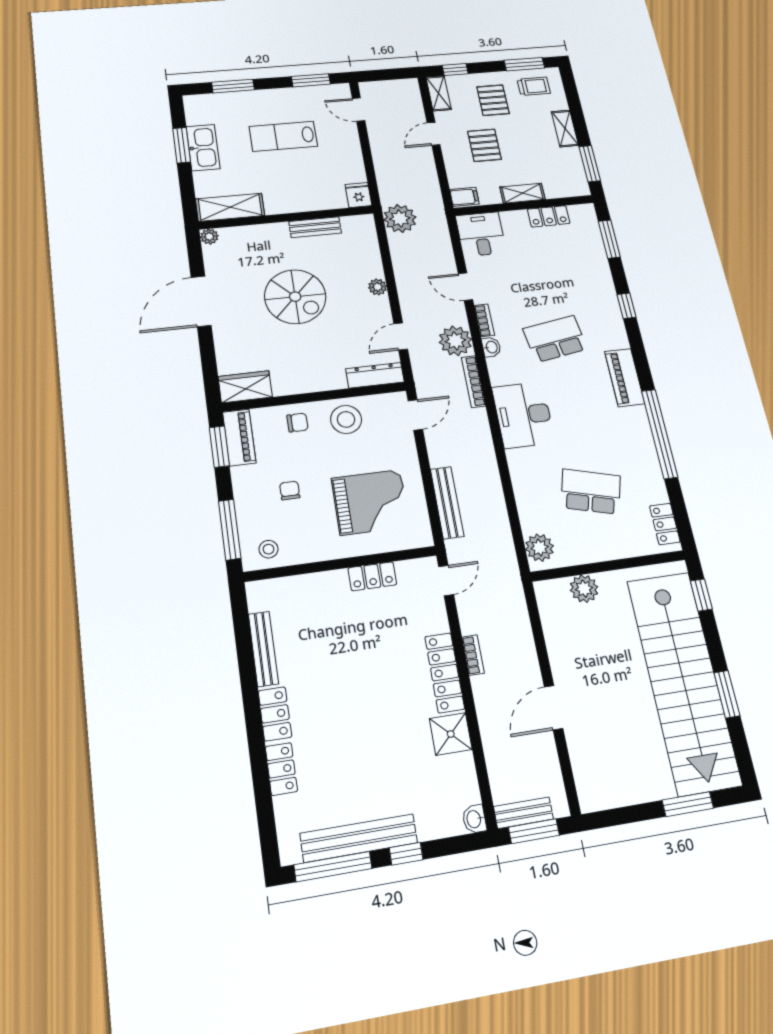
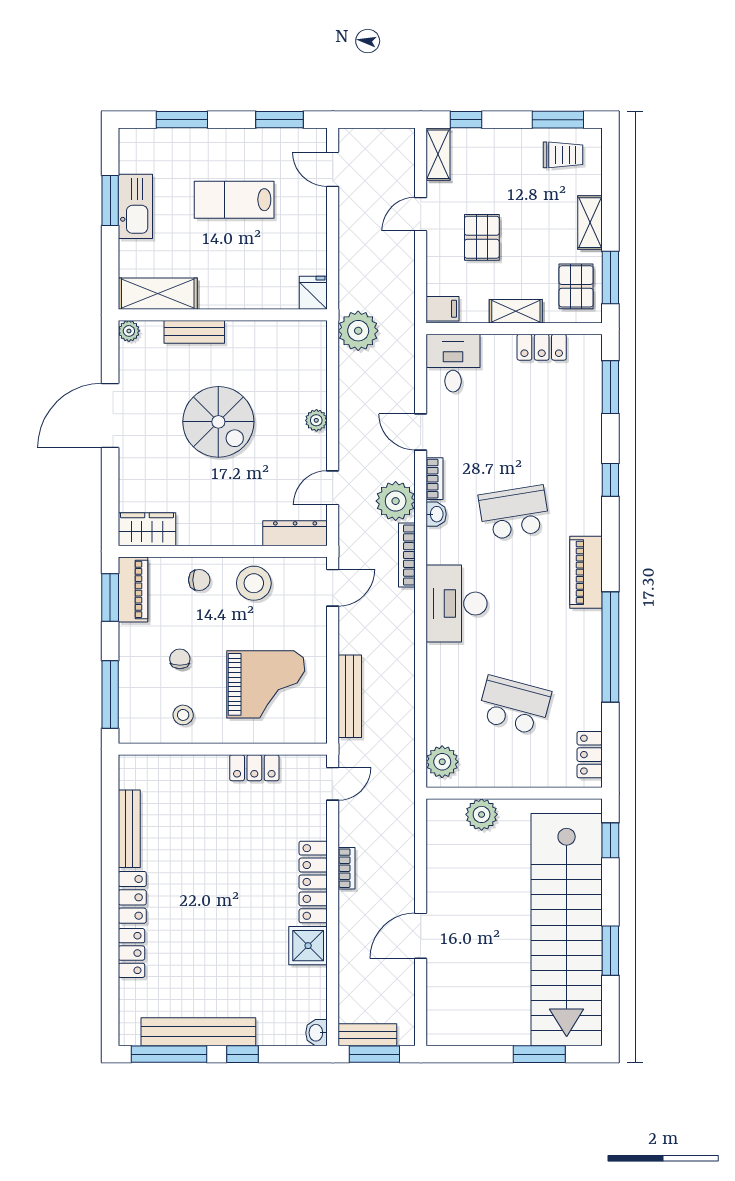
pallet: (493, 100) -> (576, 286), moved
bench: (315, 227) -> (194, 332), moved
stool: (269, 549) -> (183, 715), moved

